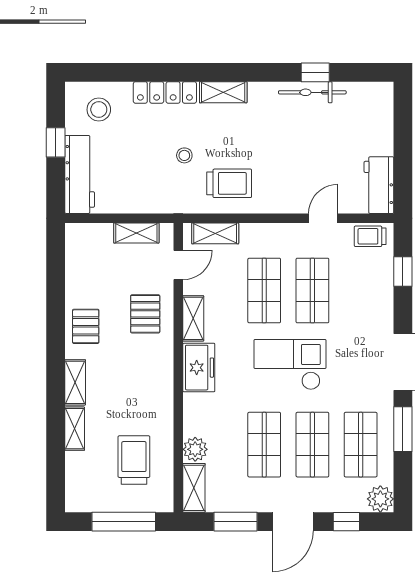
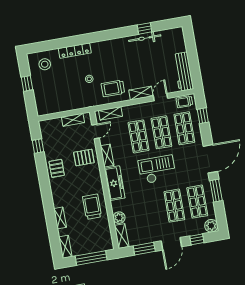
shelving: (223, 92) -> (141, 93), moved
workbench: (80, 174) -> (41, 97), removed
trolley: (229, 183) -> (113, 88), turned 180
workbench: (379, 185) -> (183, 72), width x1.38
window: (56, 274) -> (38, 146), added
pallet: (145, 314) -> (84, 157), turned 90
freezer: (199, 368) -> (115, 183), width x1.40
shelving: (75, 382) -> (65, 247), moved
shop shelf: (264, 445) -> (184, 128), moved
trolley: (134, 460) -> (92, 207), moved

